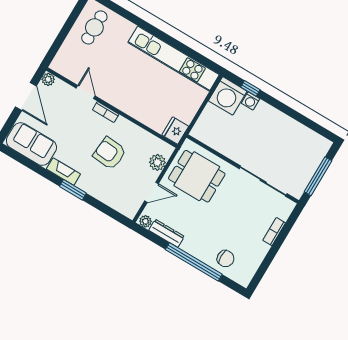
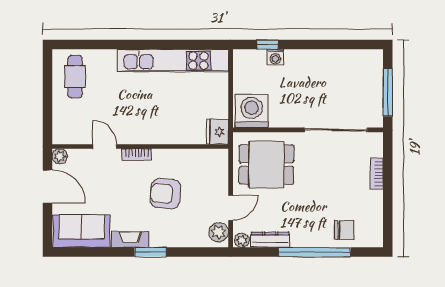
washing machine: (228, 96) -> (252, 111), moved, turned 180
plant: (157, 162) -> (219, 232), moved

